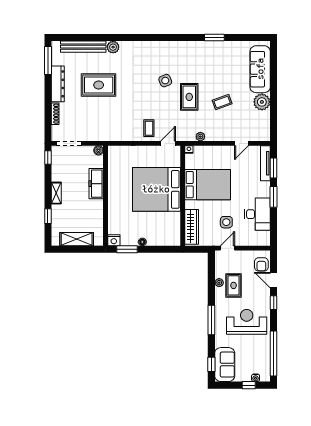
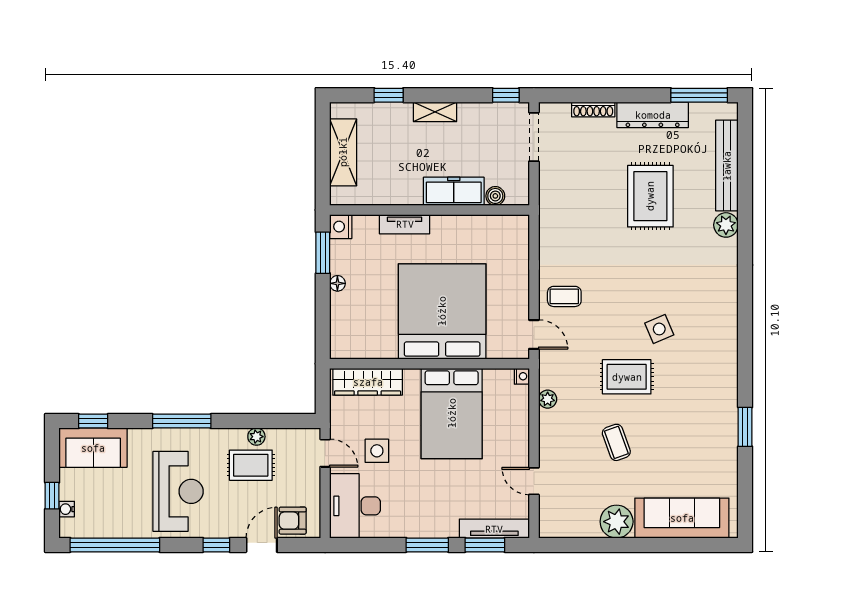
boiler: (98, 150) -> (495, 196), moved
tv unit: (113, 208) -> (405, 224), added
desk: (257, 214) -> (355, 506), moved, turned 90

